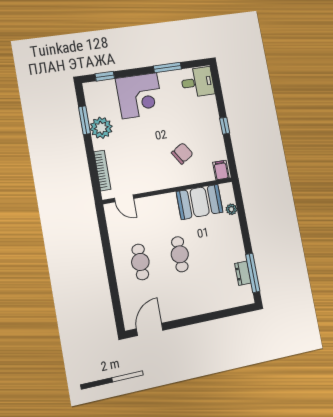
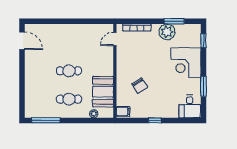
cafe table: (140, 262) -> (69, 99), moved
dresser: (243, 273) -> (47, 113), removed

